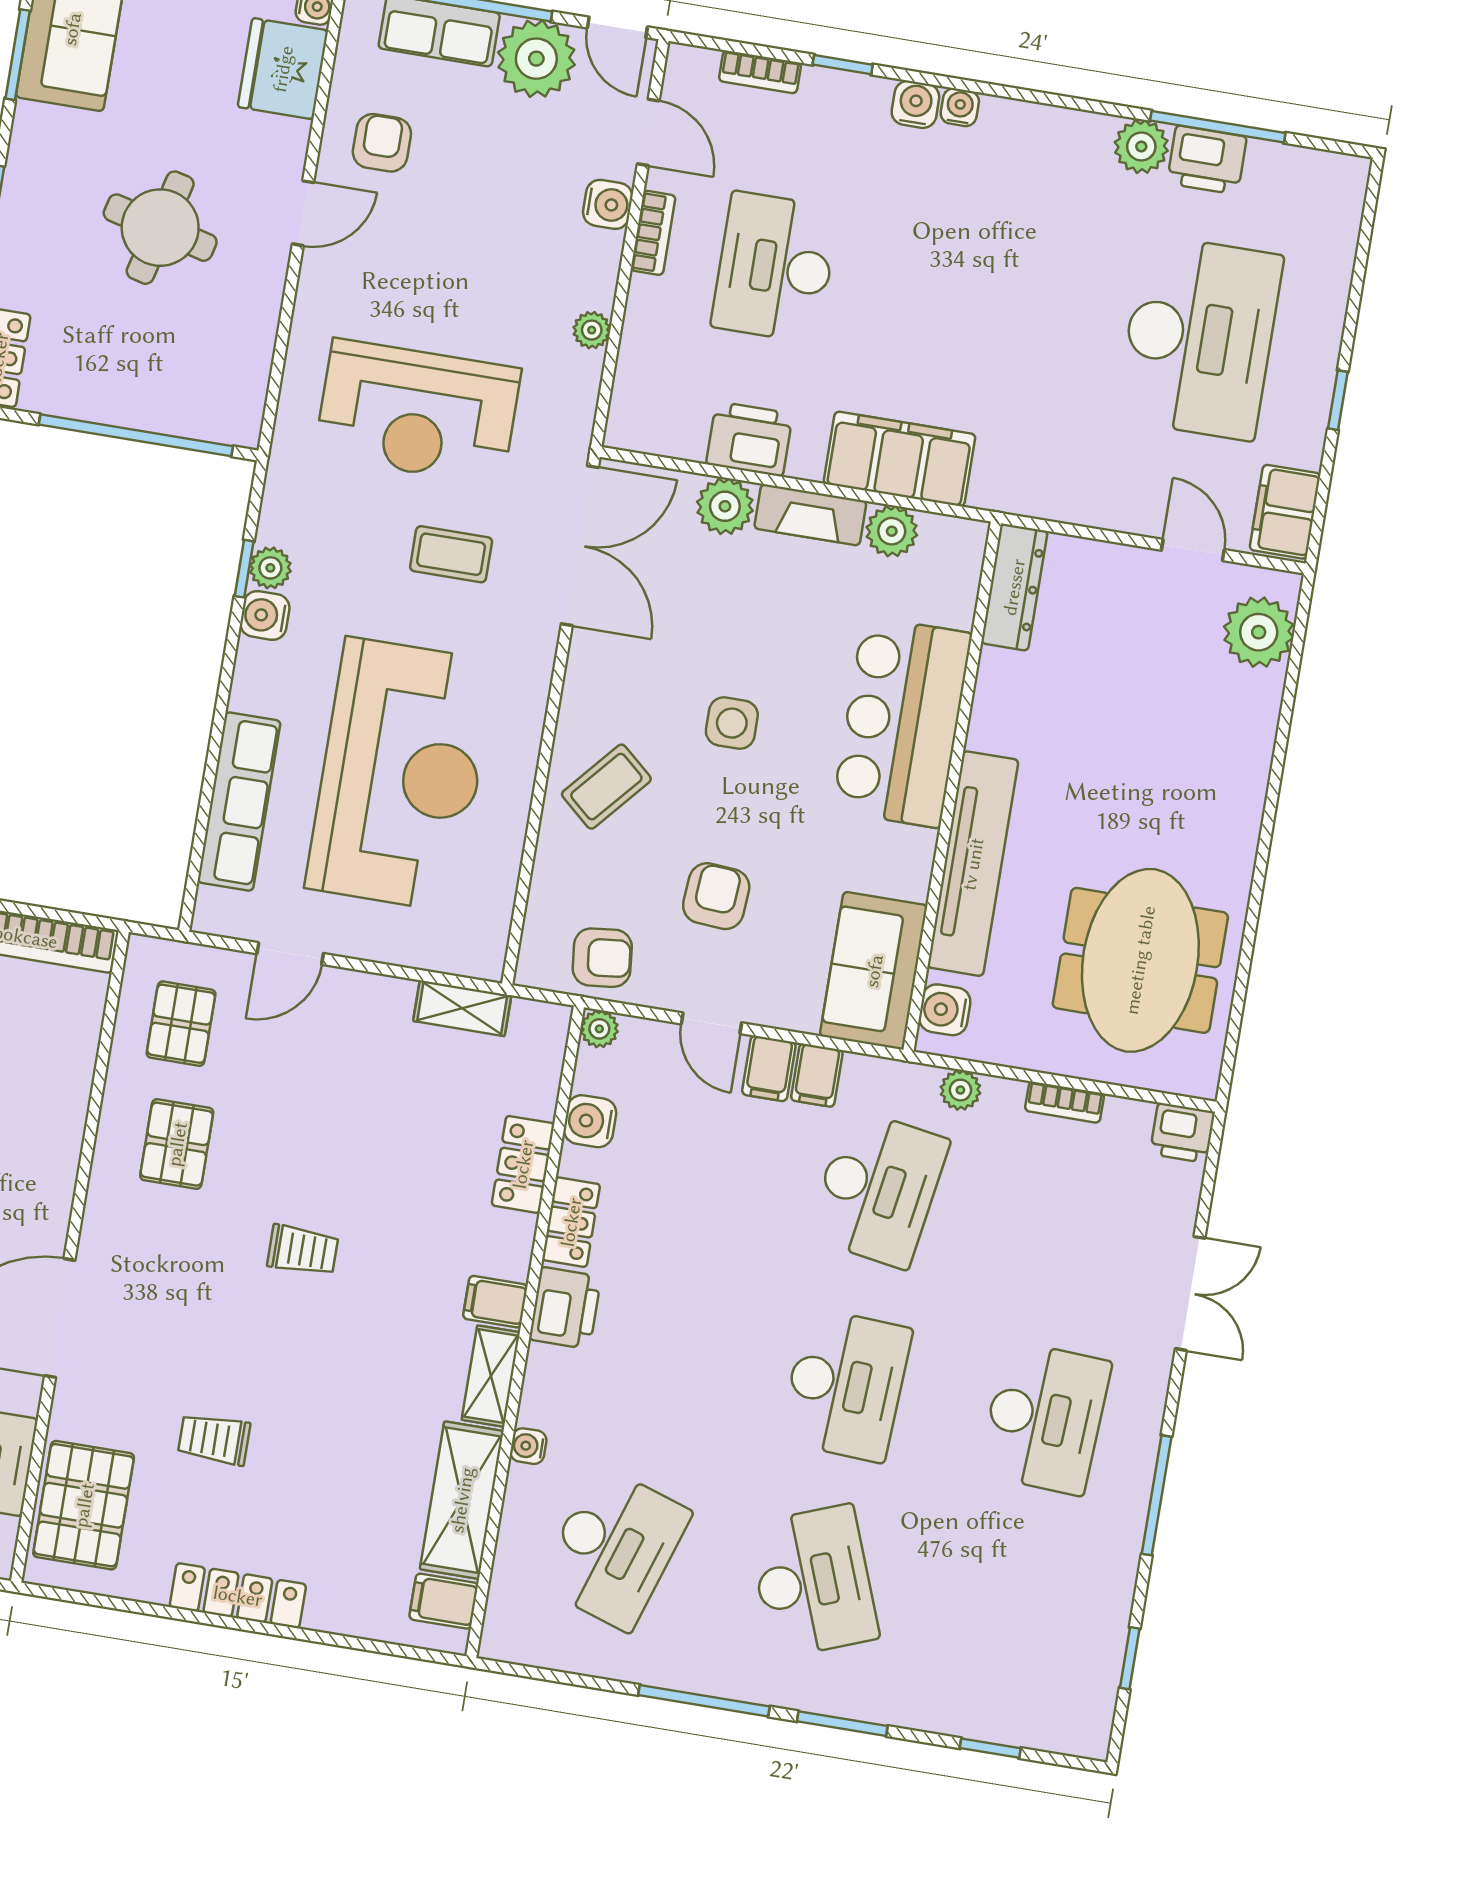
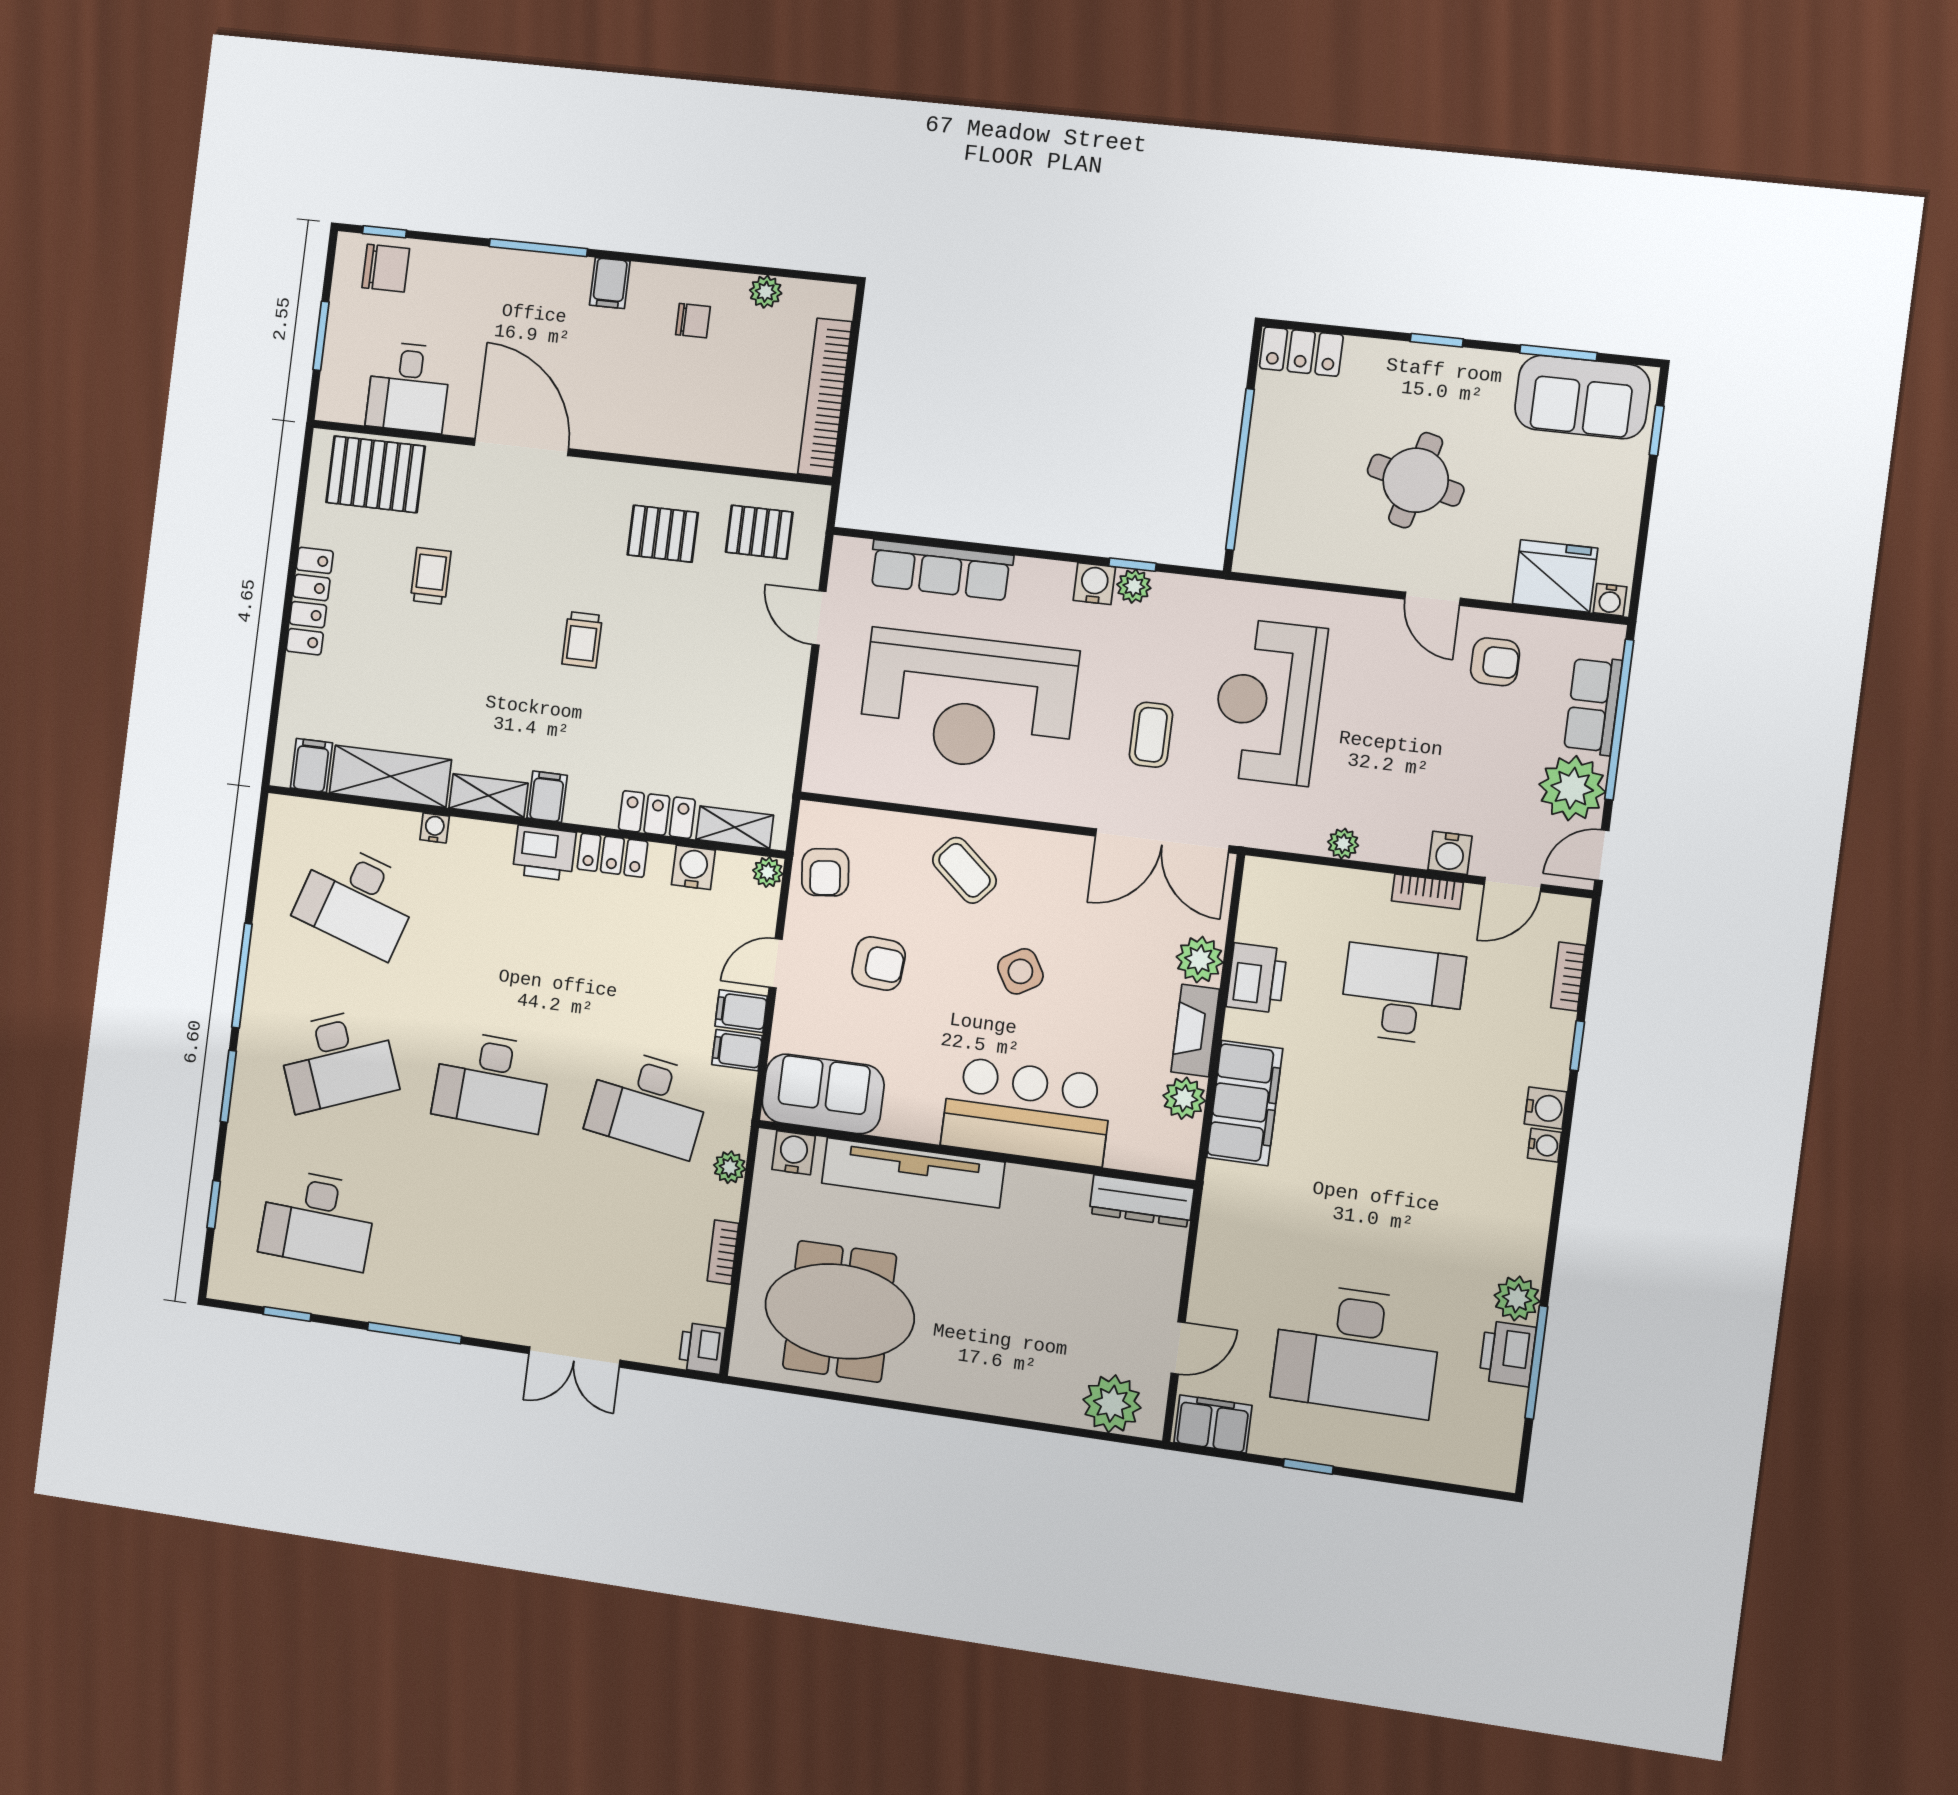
side table: (732, 723) -> (1020, 971), turned -31
shelving: (462, 1008) -> (735, 827), moved, turned 90
desk: (1045, 1418) -> (318, 1219), moved

